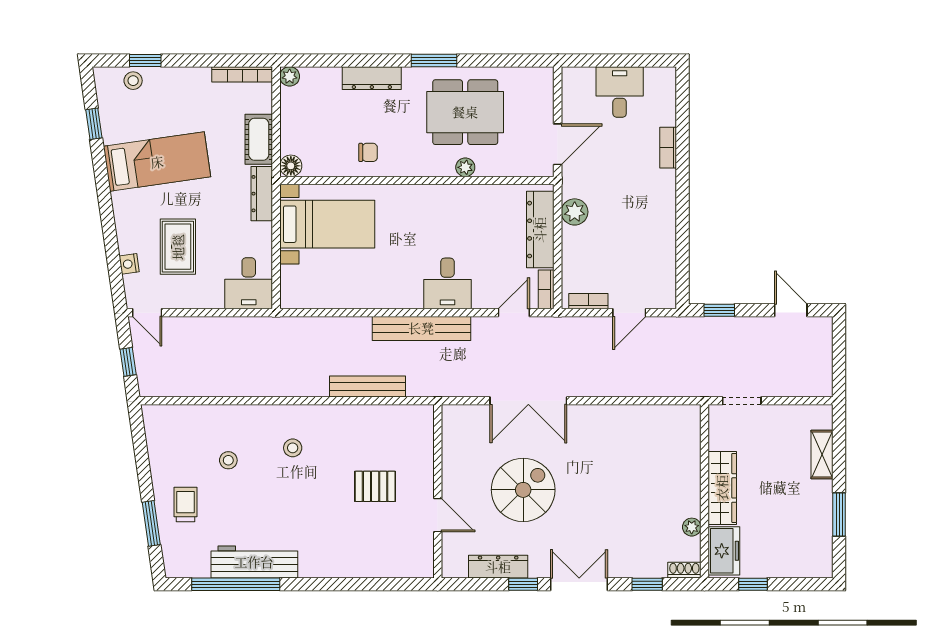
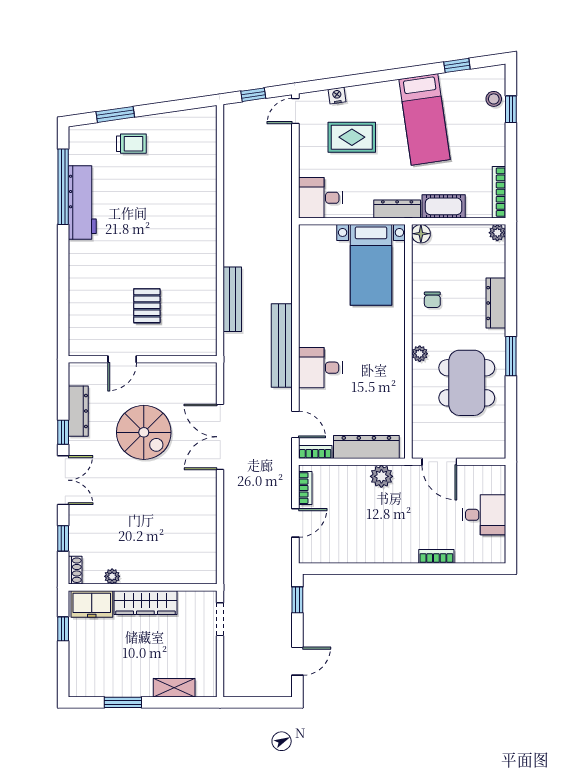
plant: (465, 167) -> (420, 354), moved
door: (629, 313) -> (295, 523), swing flipped
stool: (293, 448) -> (180, 235), removed
stool: (228, 460) -> (169, 180), removed

